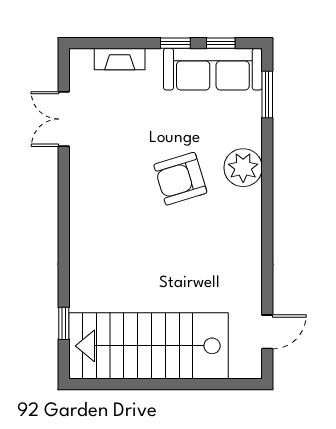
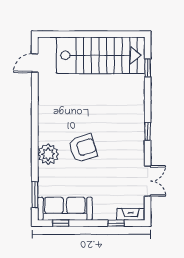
window: (175, 43) -> (116, 223), moved
fireplace: (120, 59) -> (131, 214), moved
window: (64, 209) -> (148, 131), added

